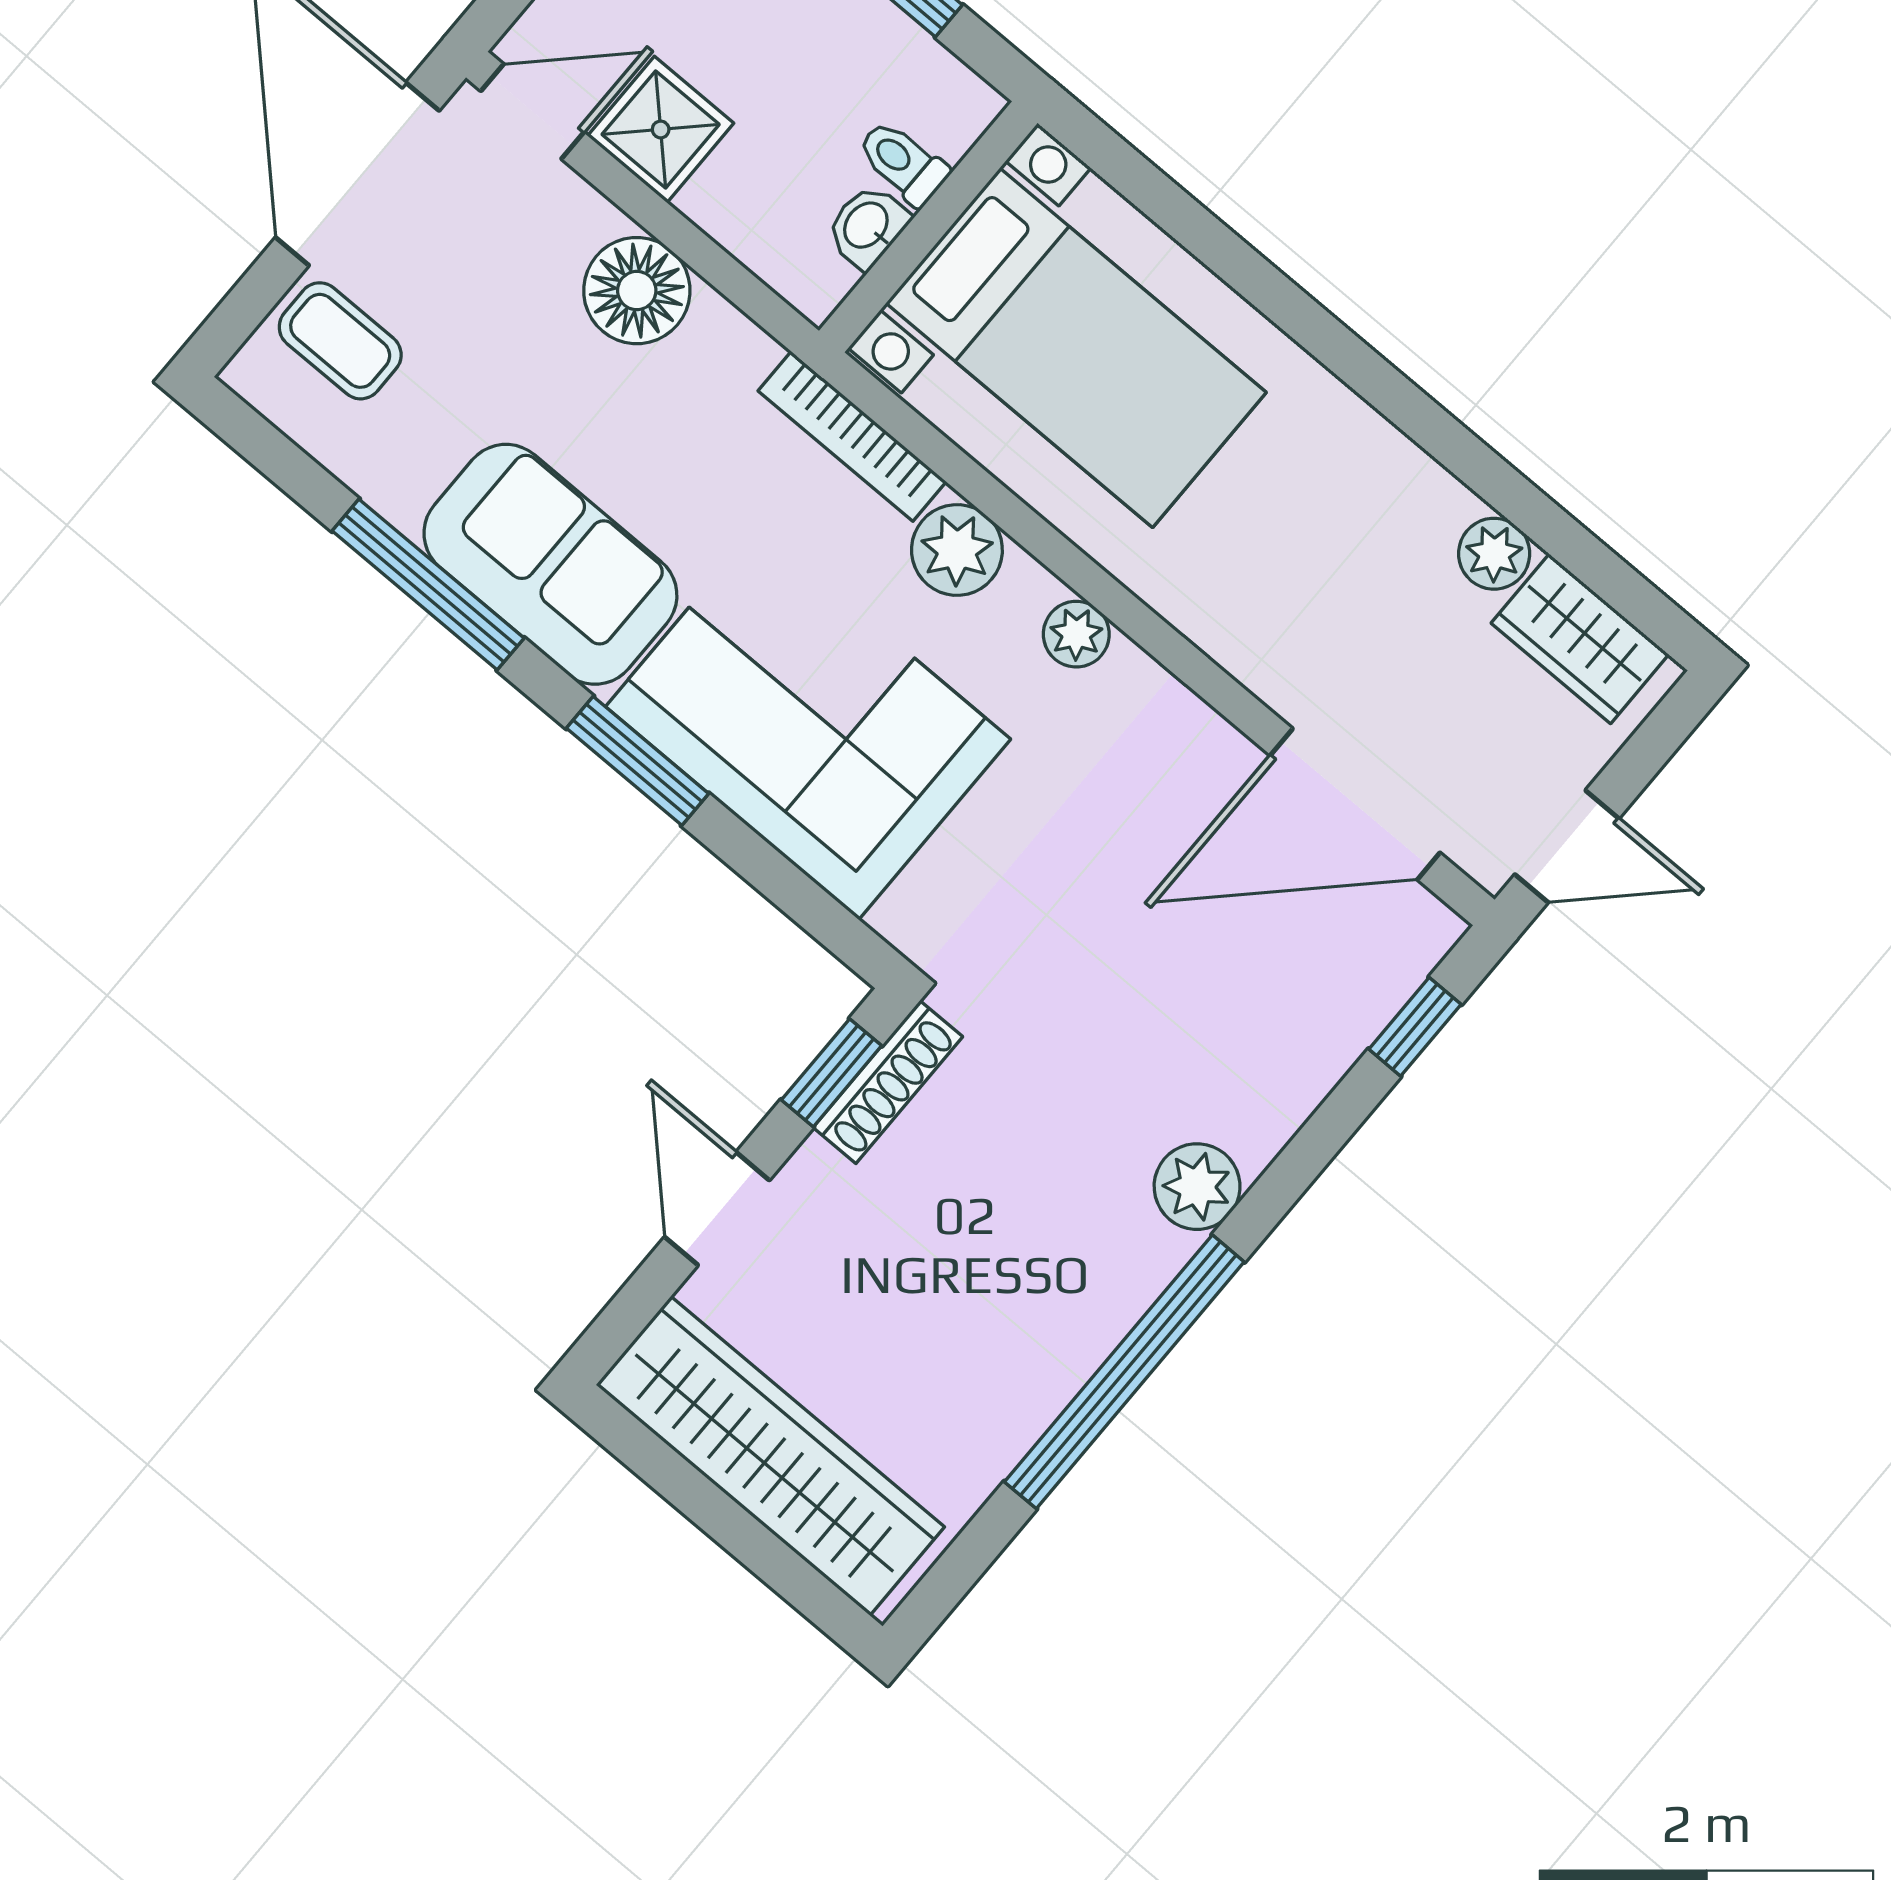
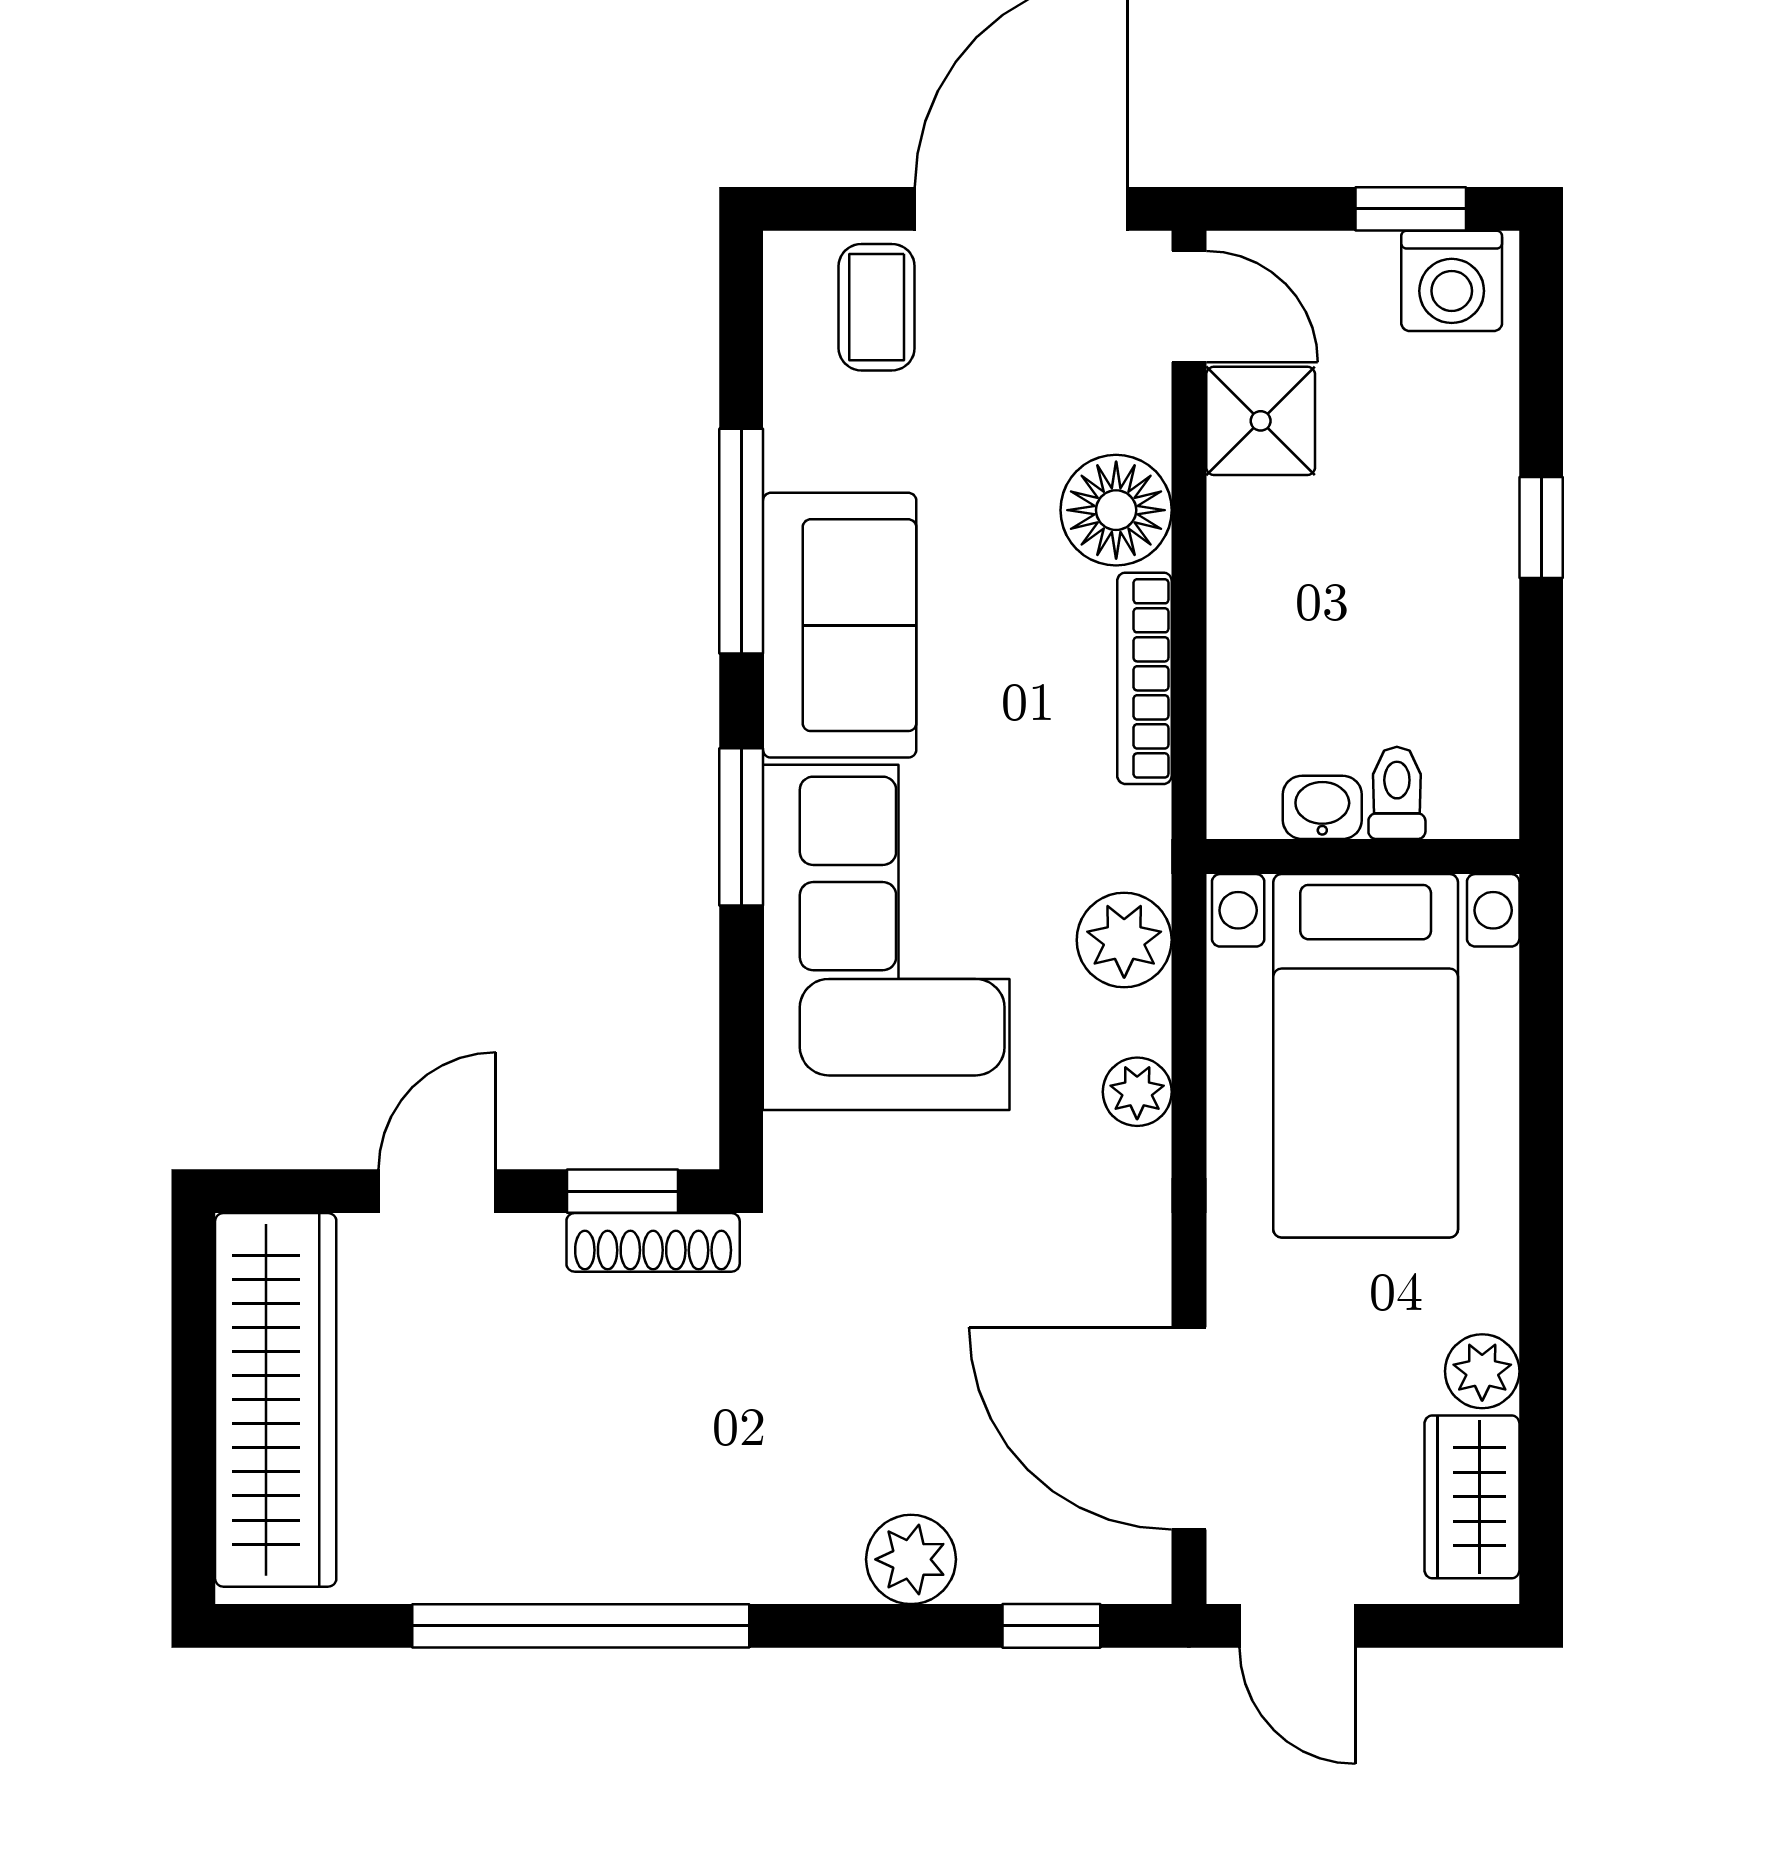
toilet: (903, 163) -> (1397, 793), moved
washbasin: (867, 226) -> (1322, 807), moved
wall: (928, 227) -> (1363, 857), moved
bed with nightstands: (1076, 348) -> (1366, 1056), moved
bookcase: (852, 436) -> (1144, 678), moved
plant: (1197, 1187) -> (911, 1559), moved

